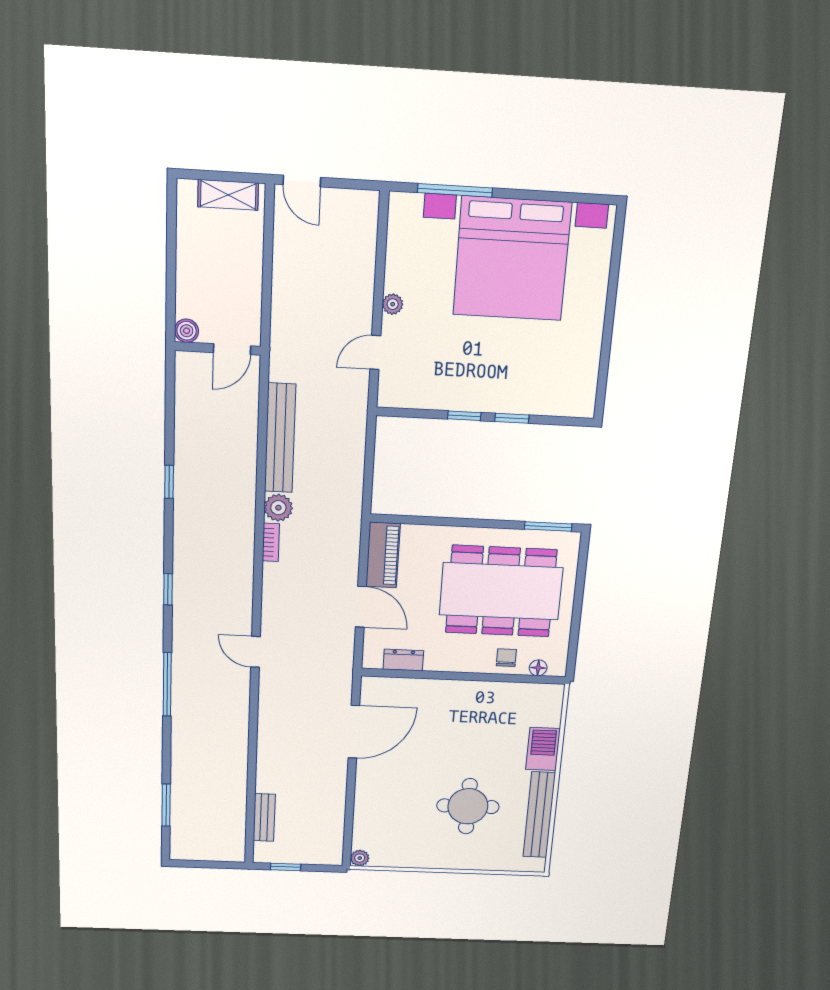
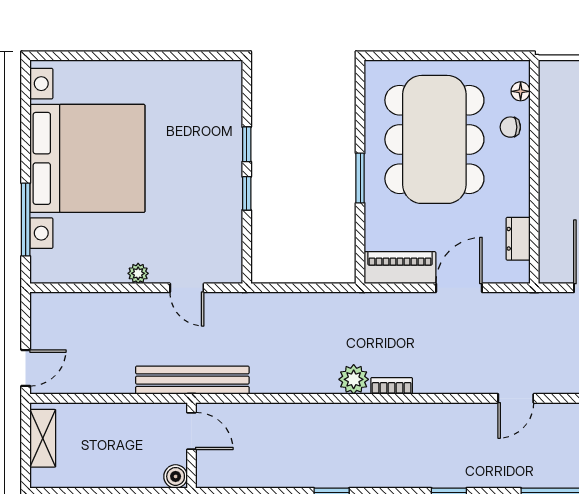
bench: (280, 438) -> (192, 380), moved
window: (548, 526) -> (360, 178), moved

